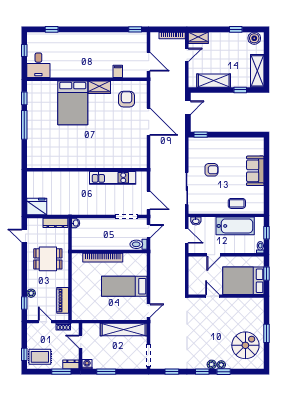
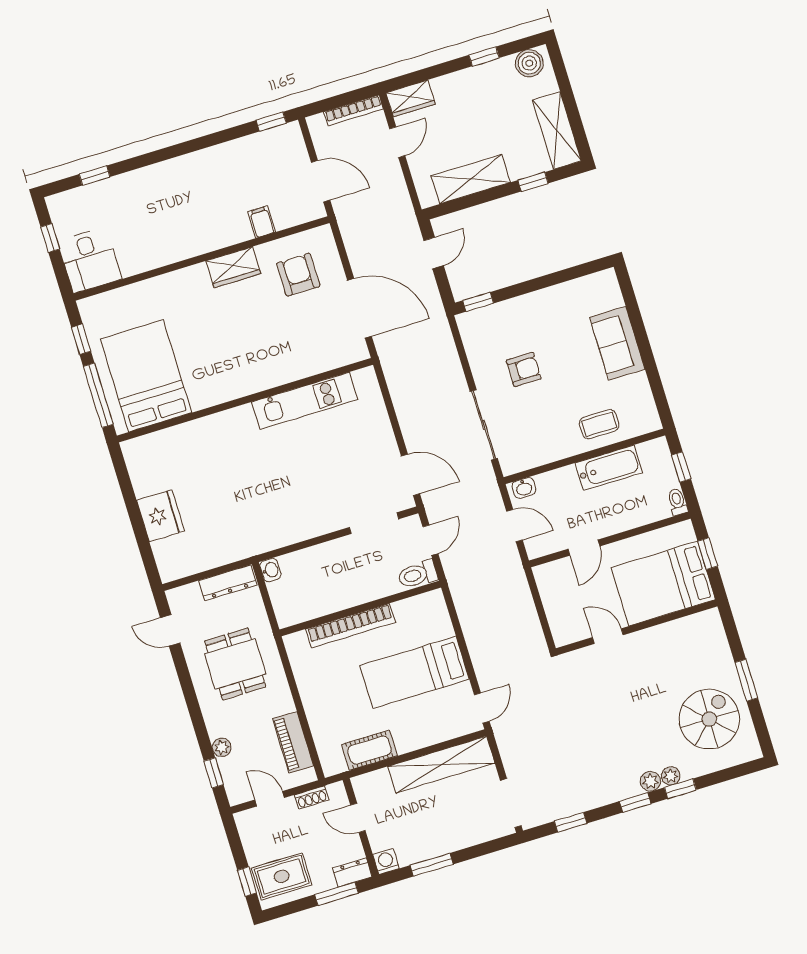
bed: (73, 103) -> (146, 376), moved, turned 180
wall: (87, 170) -> (245, 400), moved
kitchen unit: (113, 178) -> (305, 401), moved
fridge: (37, 206) -> (160, 516), moved, turned 90
bathtub: (235, 226) -> (609, 468), width x0.73, depth x0.73
dining table: (48, 259) -> (235, 664), turned 90
cot: (95, 314) -> (370, 750), added

